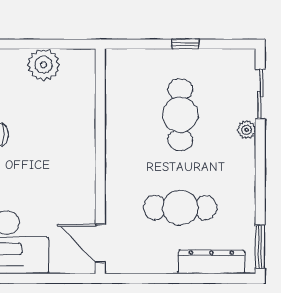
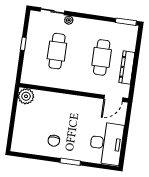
plant: (44, 65) -> (26, 96), moved
cafe table: (180, 115) -> (57, 51), turned 90
dresser: (211, 262) -> (127, 68), moved

